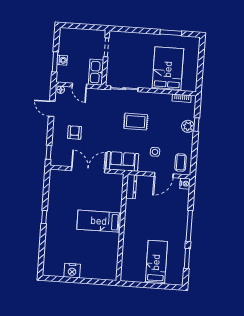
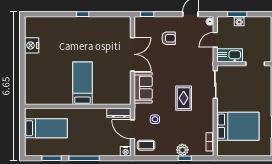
dresser: (131, 187) -> (119, 113), moved
bed: (99, 221) -> (82, 83), moved
wall: (122, 227) -> (78, 106), moved

